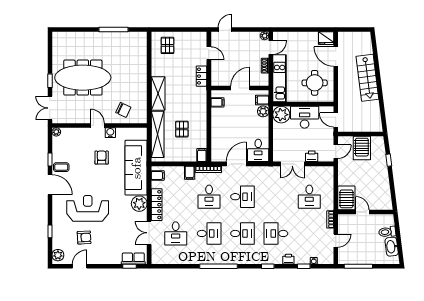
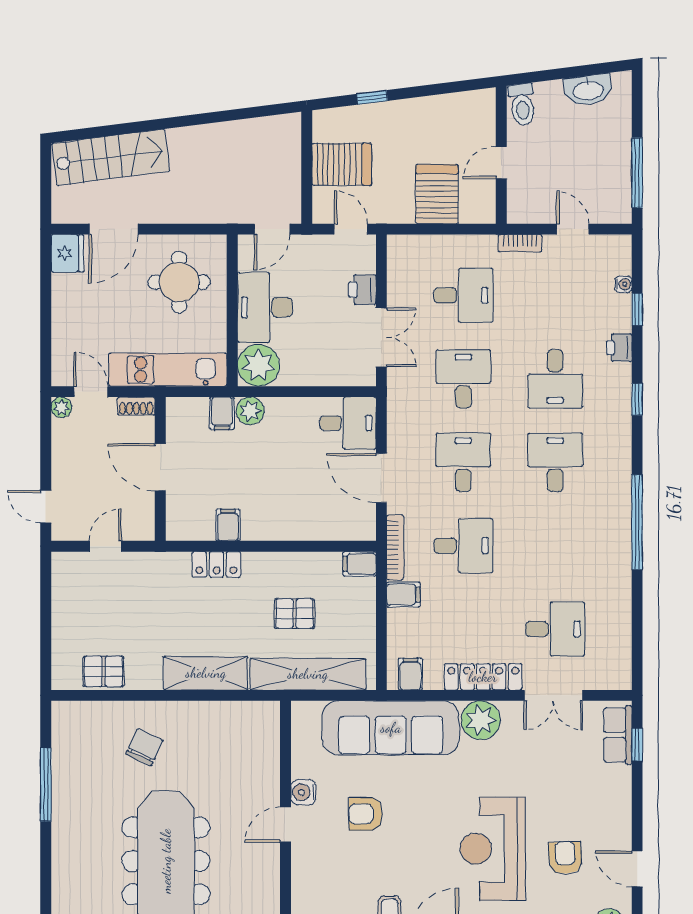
pallet: (167, 45) -> (104, 671), moved
locker: (202, 76) -> (216, 564), moved
stairs: (367, 78) -> (111, 157), moved
door: (240, 88) -> (160, 467), moved
wall: (240, 88) -> (160, 469), moved
chair: (123, 110) -> (144, 747), moved
server rack: (346, 198) -> (437, 194), moved, turned 90
toilet: (387, 232) -> (522, 105), moved
desk: (209, 233) -> (463, 379), moved

